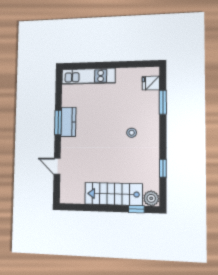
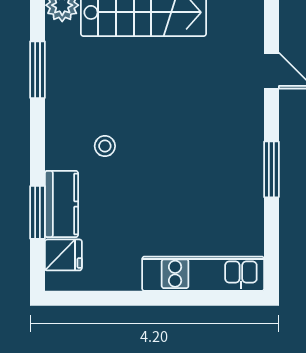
kitchen counter: (68, 122) -> (61, 204), moved, turned 180
window: (163, 168) -> (38, 70), width x1.50

